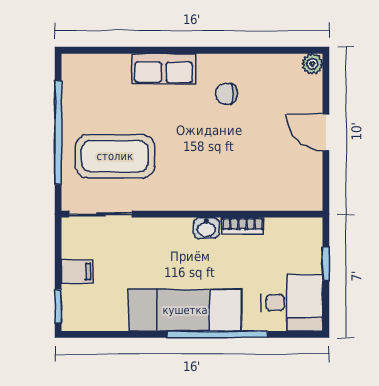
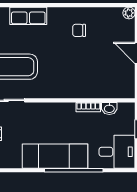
row of seats: (164, 69) -> (28, 16), moved
washbasin: (206, 228) -> (109, 108), moved

